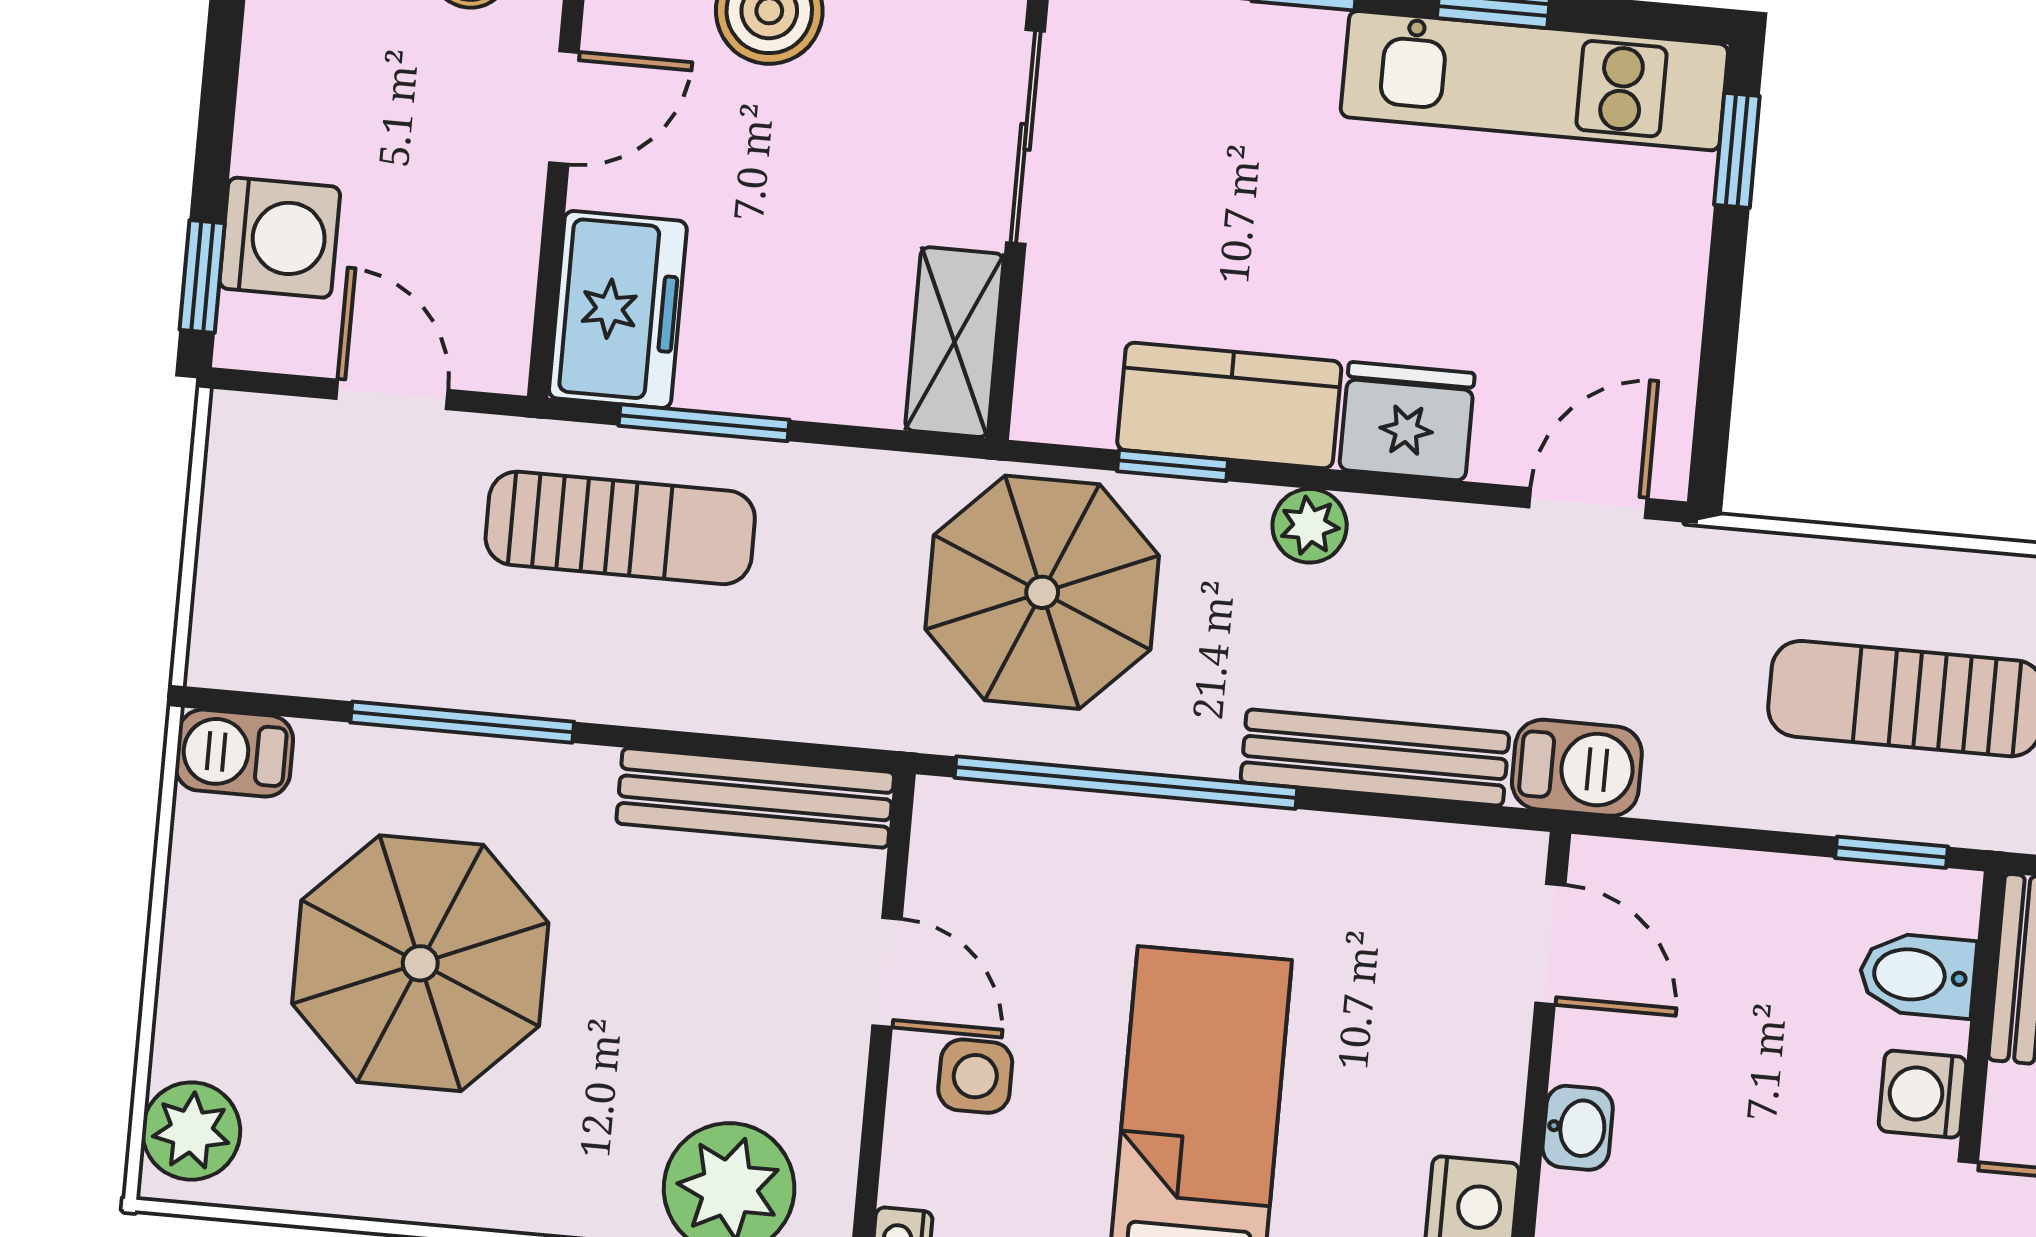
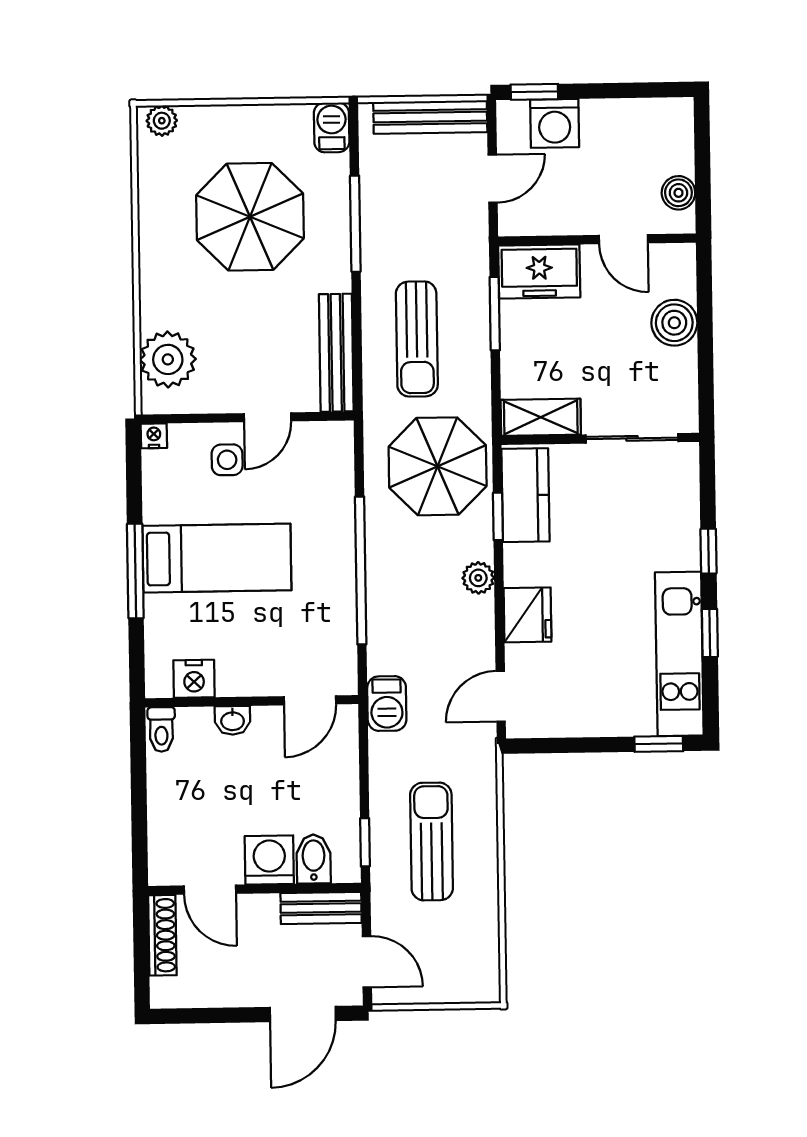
kitchen counter: (1229, 405) -> (525, 495), moved
door: (1588, 503) -> (501, 696), swing flipped
sun lounger: (620, 528) -> (417, 339), moved
bench: (1375, 758) -> (430, 117), moved, turned 90
window: (1126, 783) -> (361, 571), moved
washing machine: (1923, 1094) -> (269, 860), width x1.38, depth x1.38
plant: (191, 1131) -> (162, 121), width x0.73, depth x0.73

